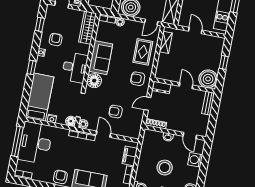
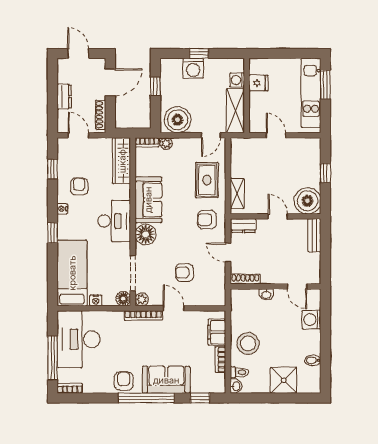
shelving: (166, 42) -> (237, 193), moved
door: (148, 104) -> (228, 253), hinge flipped
window: (17, 141) -> (53, 358), moved
stool: (165, 168) -> (248, 343), moved

